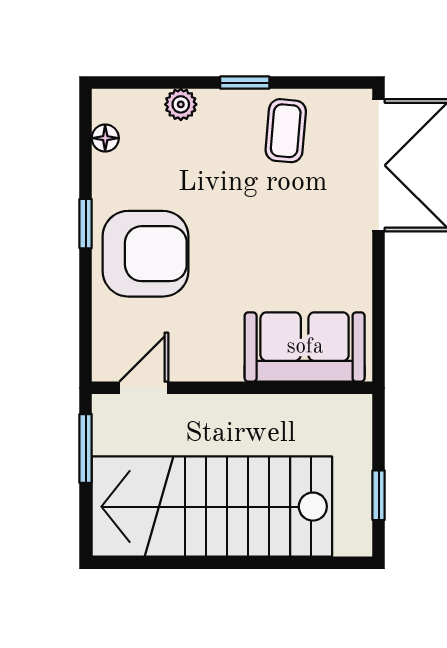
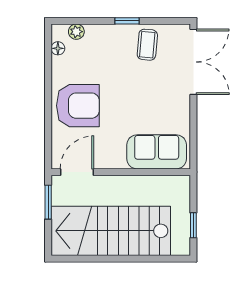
plant: (181, 104) -> (76, 32), moved
window: (86, 224) -> (48, 91), removed
door: (144, 388) -> (77, 172), width x1.38

